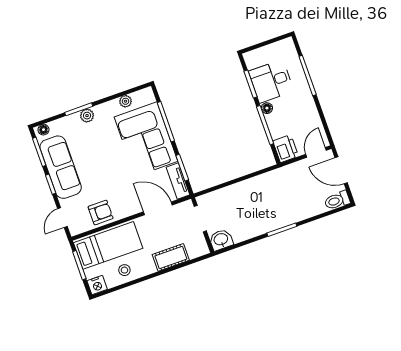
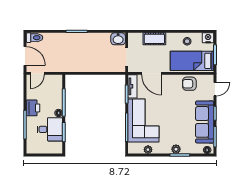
printer: (286, 149) -> (33, 108), moved, turned 180

